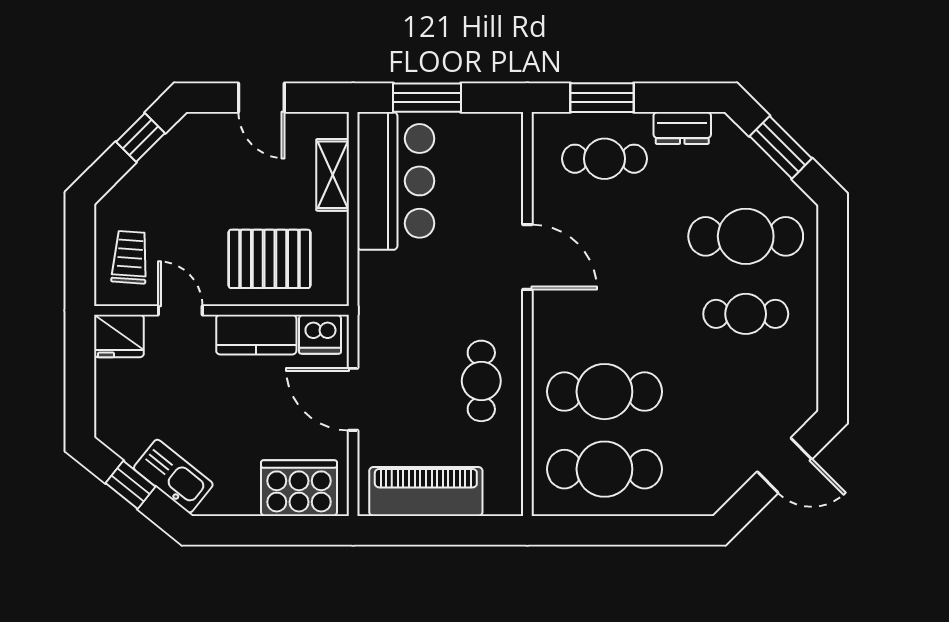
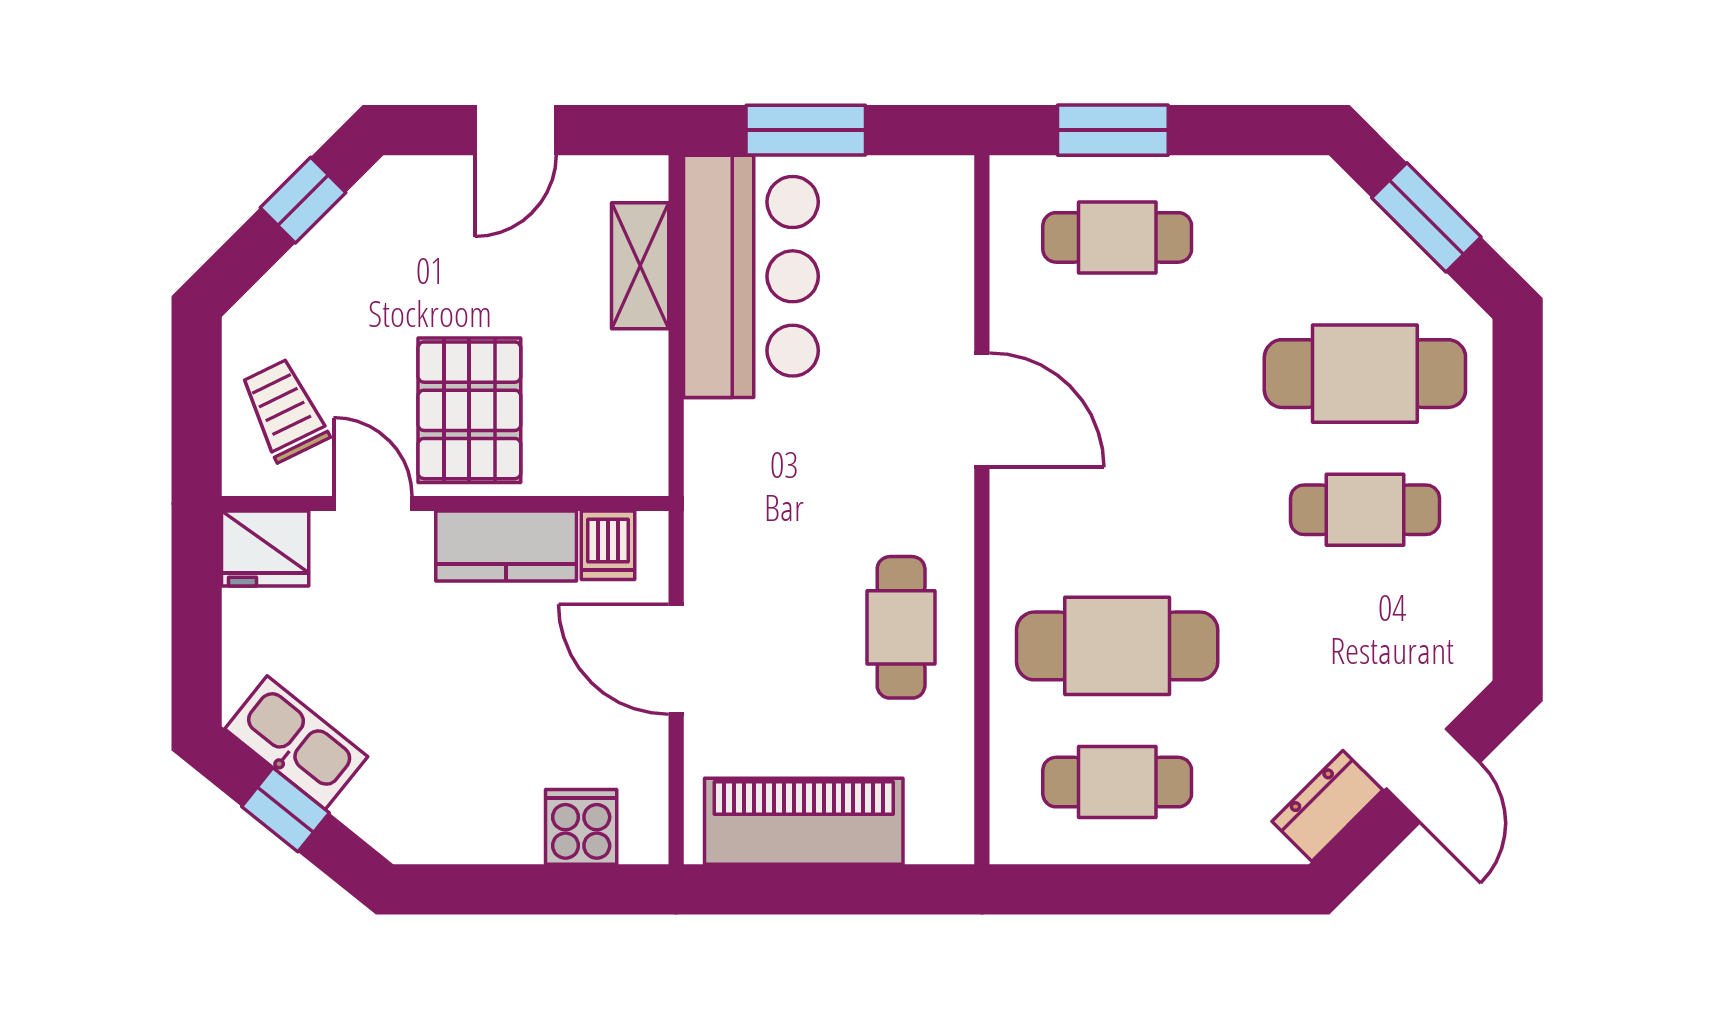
door: (261, 98) -> (515, 130), hinge flipped
dresser: (682, 128) -> (1327, 806), moved, turned 135
trolley: (130, 257) -> (284, 410), turned -30
pallet: (270, 259) -> (469, 410), moved, turned 90
dishwasher: (320, 334) -> (608, 545), width x0.73
door: (784, 465) -> (1433, 775), hinge flipped
cafe table: (604, 469) -> (1117, 782), width x0.73, depth x0.74
kitchen sink: (173, 476) -> (296, 743), moved
cooker: (299, 488) -> (581, 827), width x0.53, depth x0.76

